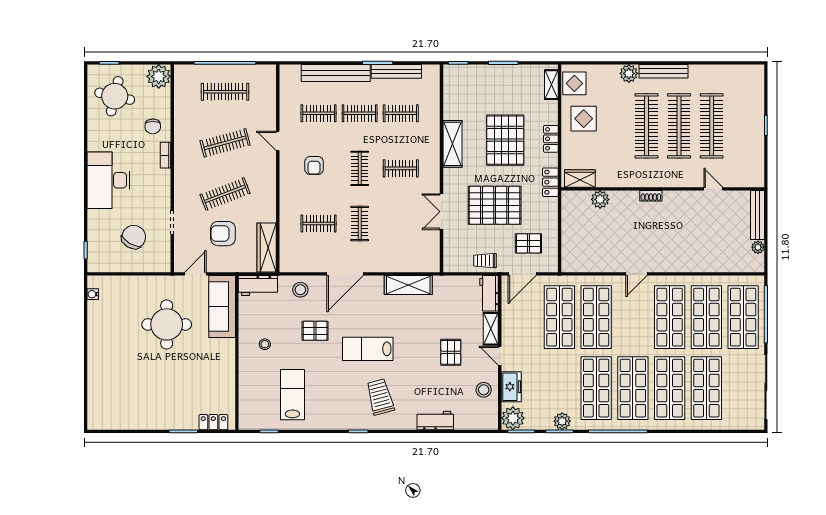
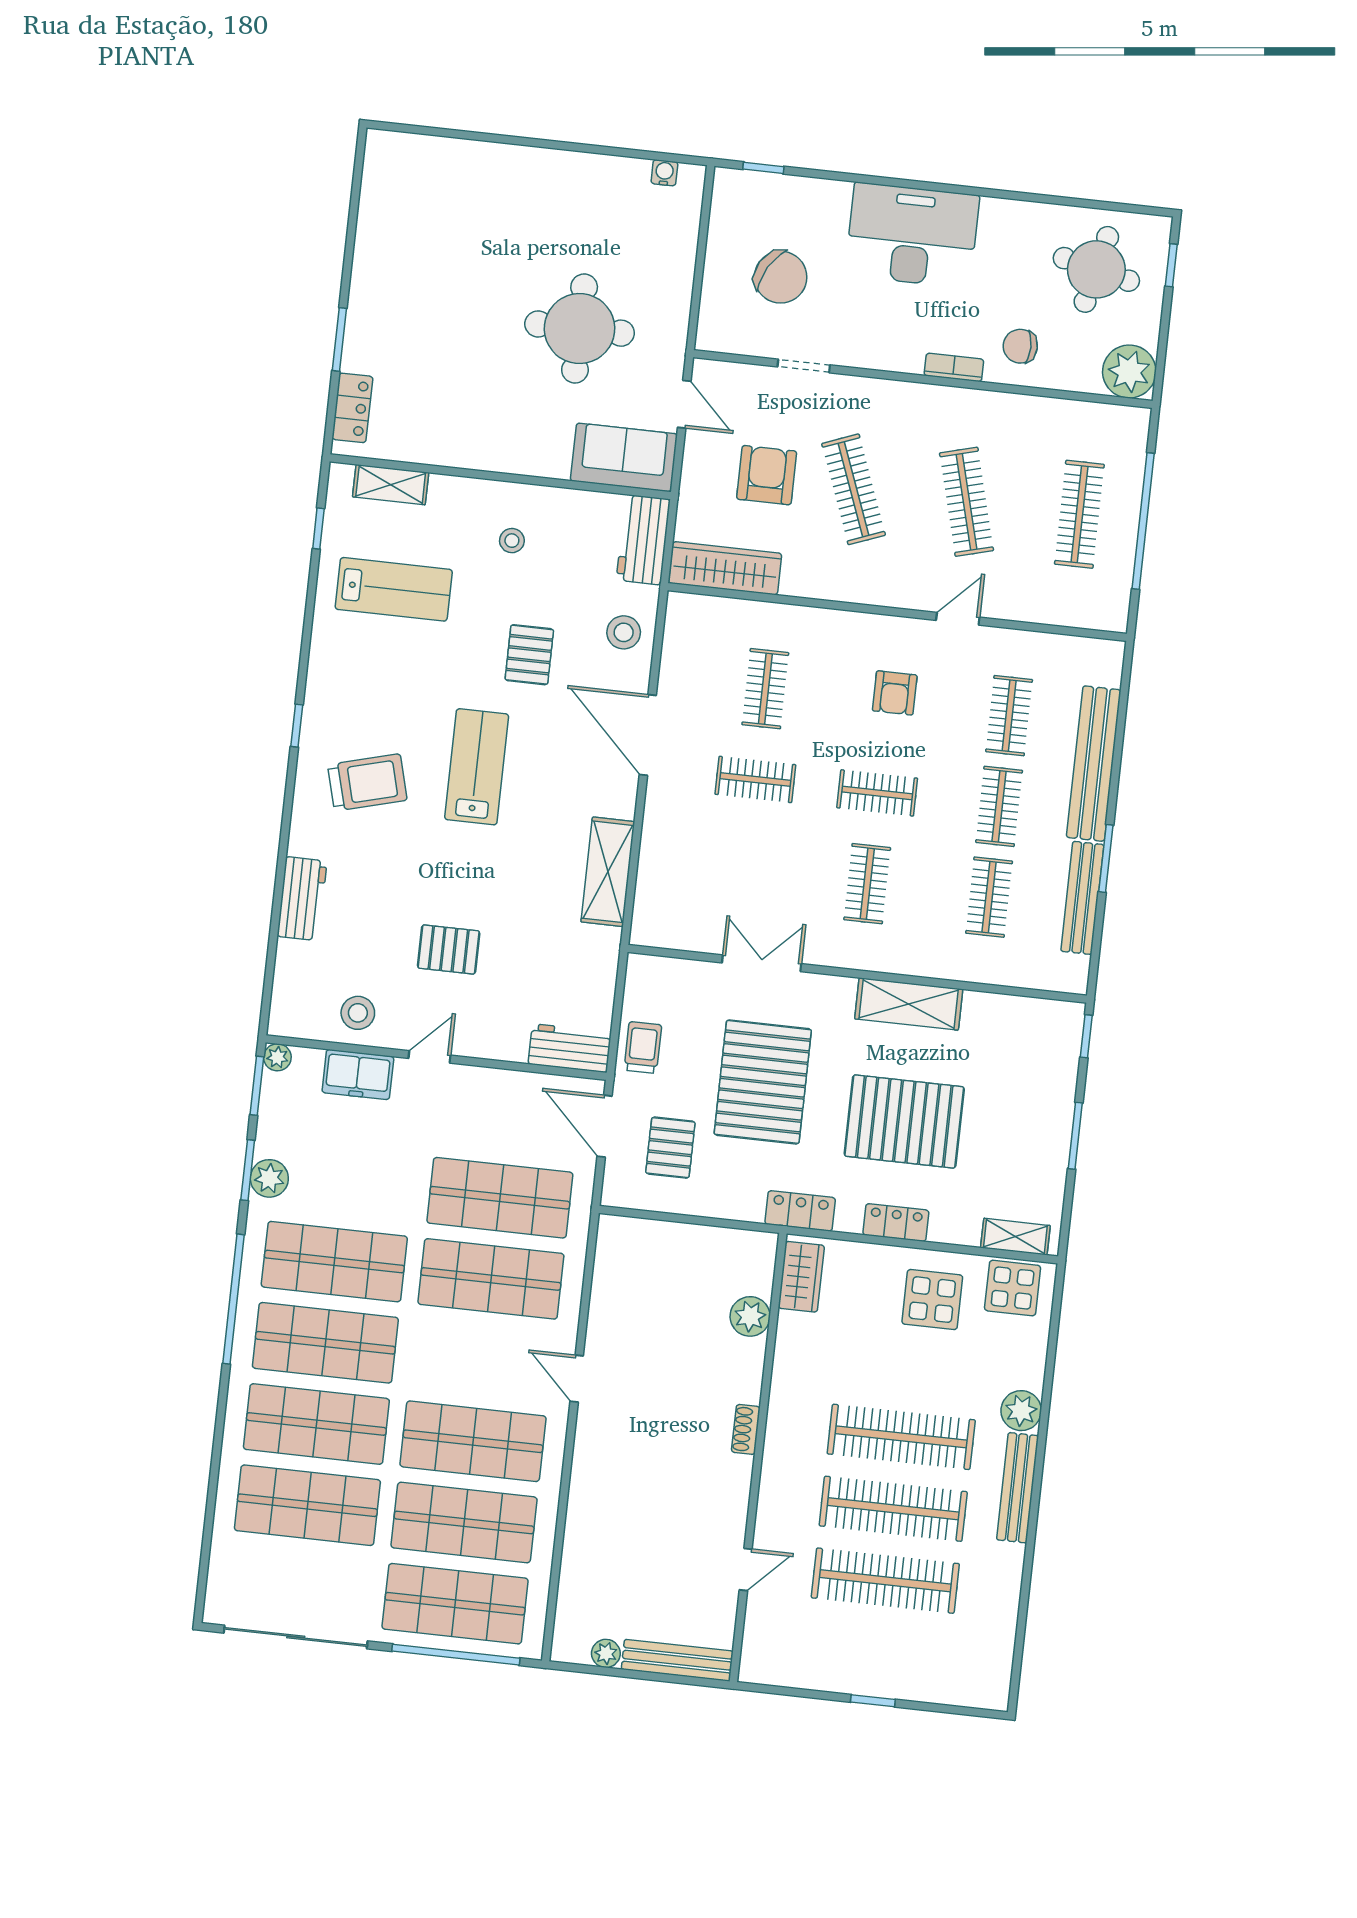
armchair: (314, 165) -> (895, 693), turned -90
sofa: (222, 306) -> (624, 457), width x0.73
shelving: (491, 329) -> (391, 485), moved
plant: (513, 418) -> (277, 1057), width x0.53, depth x0.53

